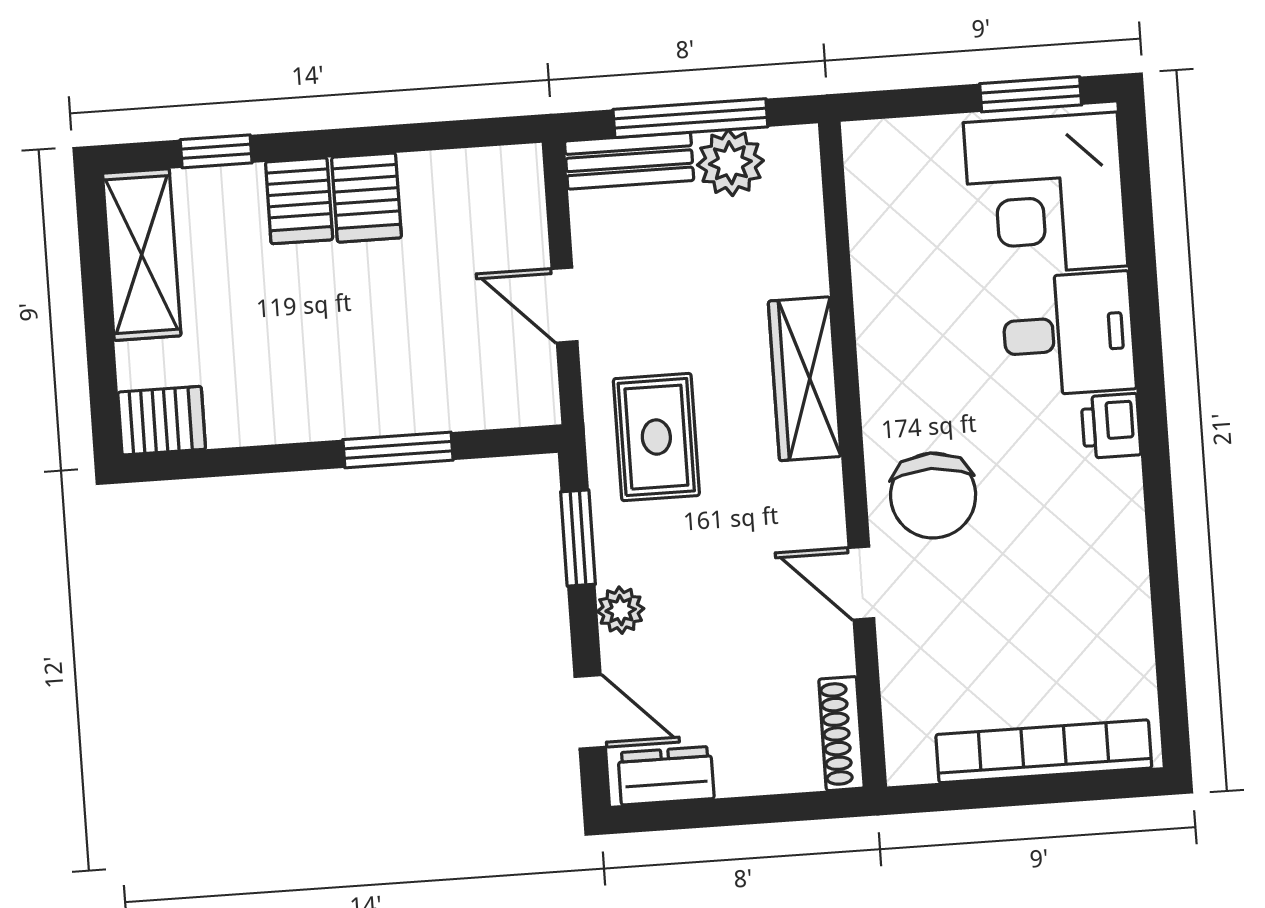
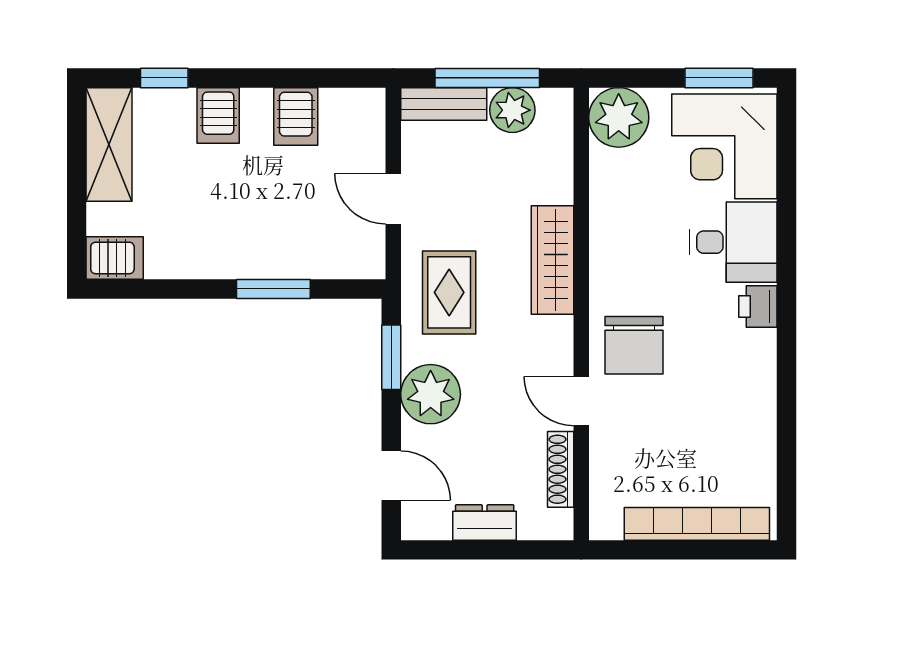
plant: (887, 163) -> (619, 117), added
server rack: (367, 198) -> (296, 116), moved
plant: (621, 610) -> (431, 394), width x1.88, depth x1.88
shoe rack: (841, 734) -> (561, 469), moved
dresser: (666, 776) -> (485, 522), moved

